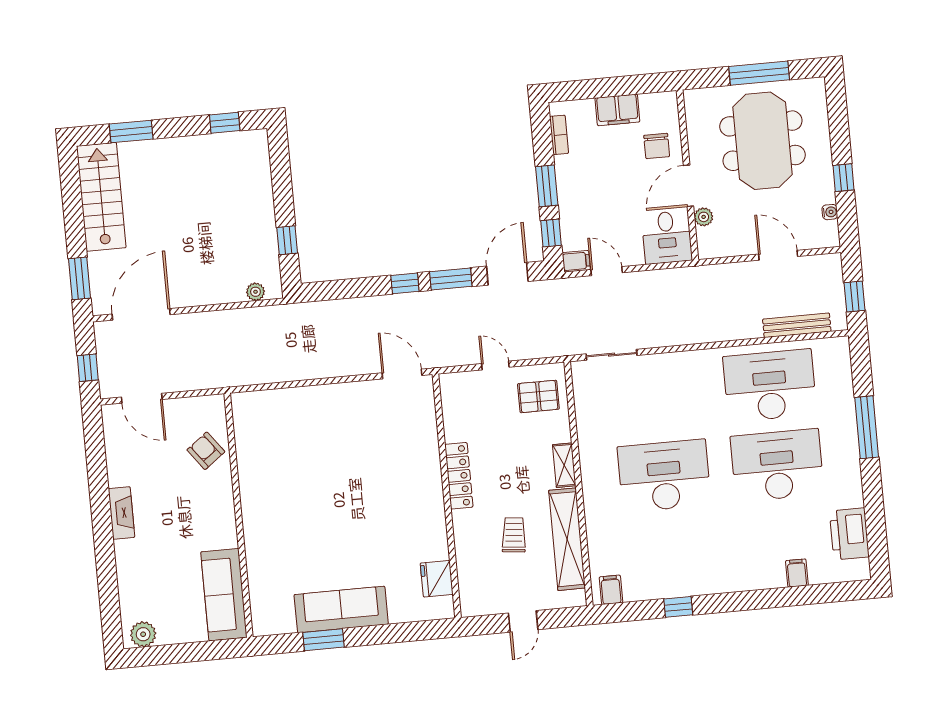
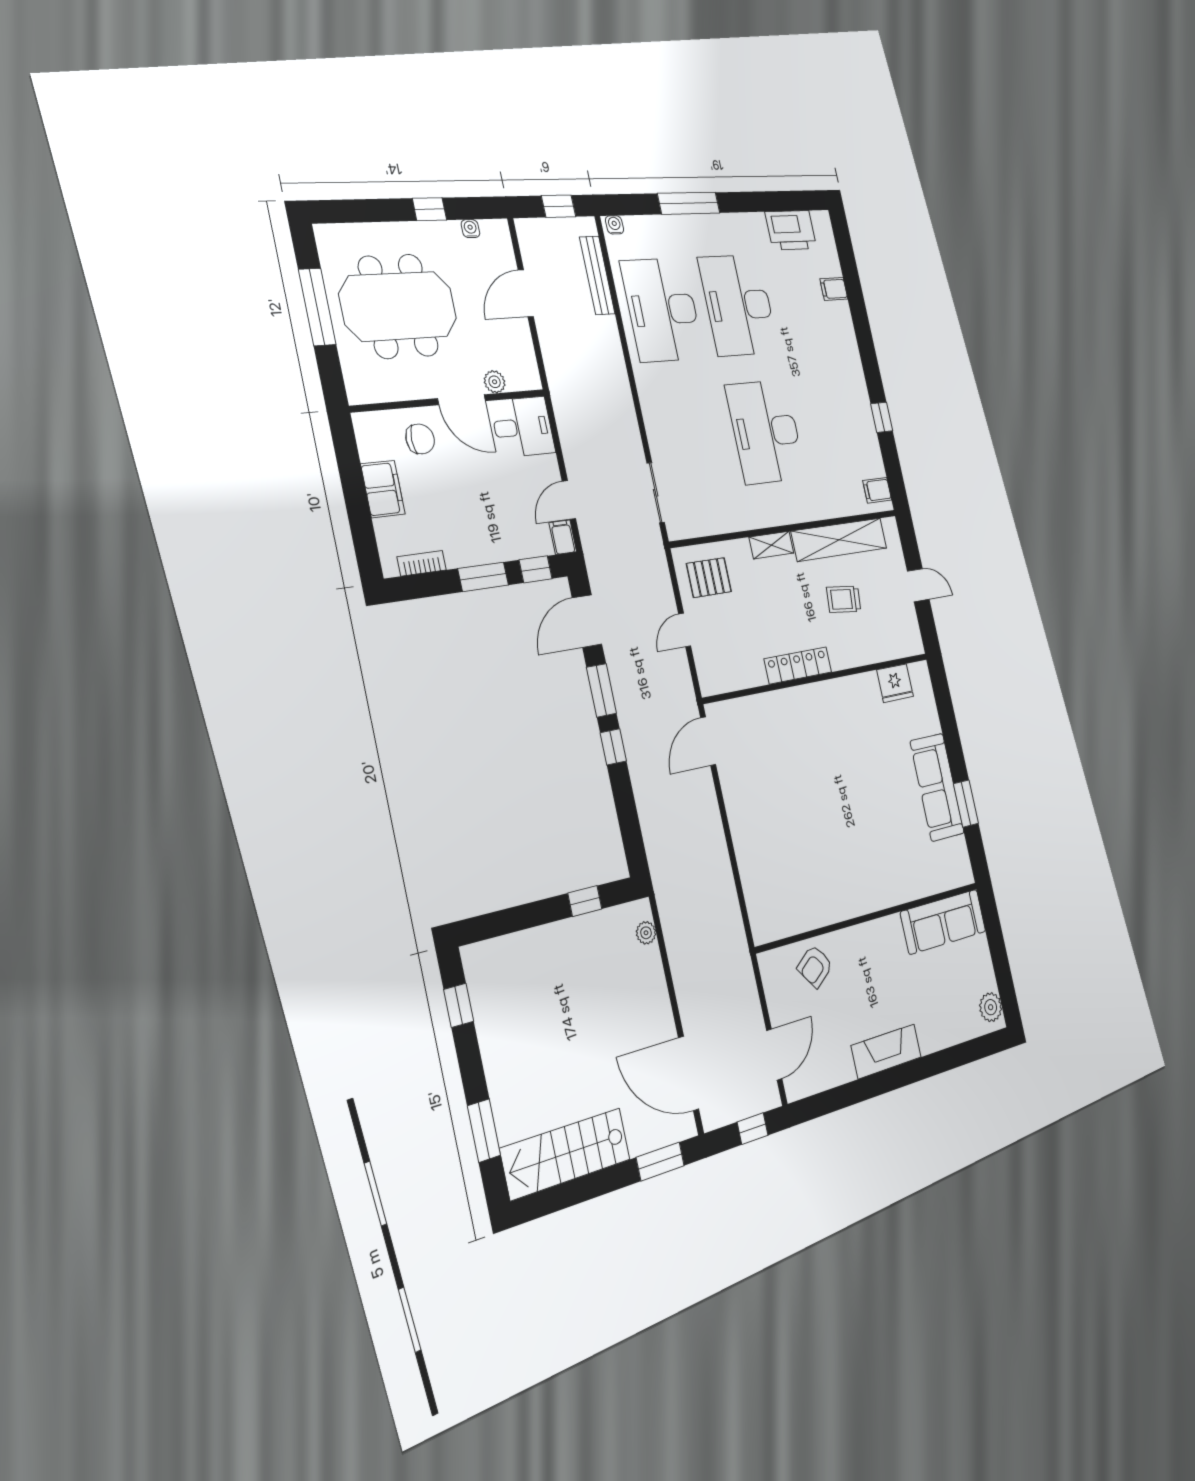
door: (507, 274) -> (587, 621), hinge flipped
water cooler: (842, 349) -> (615, 225), added
pallet: (538, 396) -> (709, 578), turned 90
fireplace: (121, 513) -> (886, 1051), width x1.37, depth x1.32

